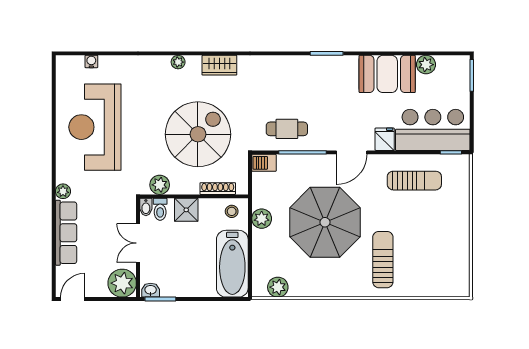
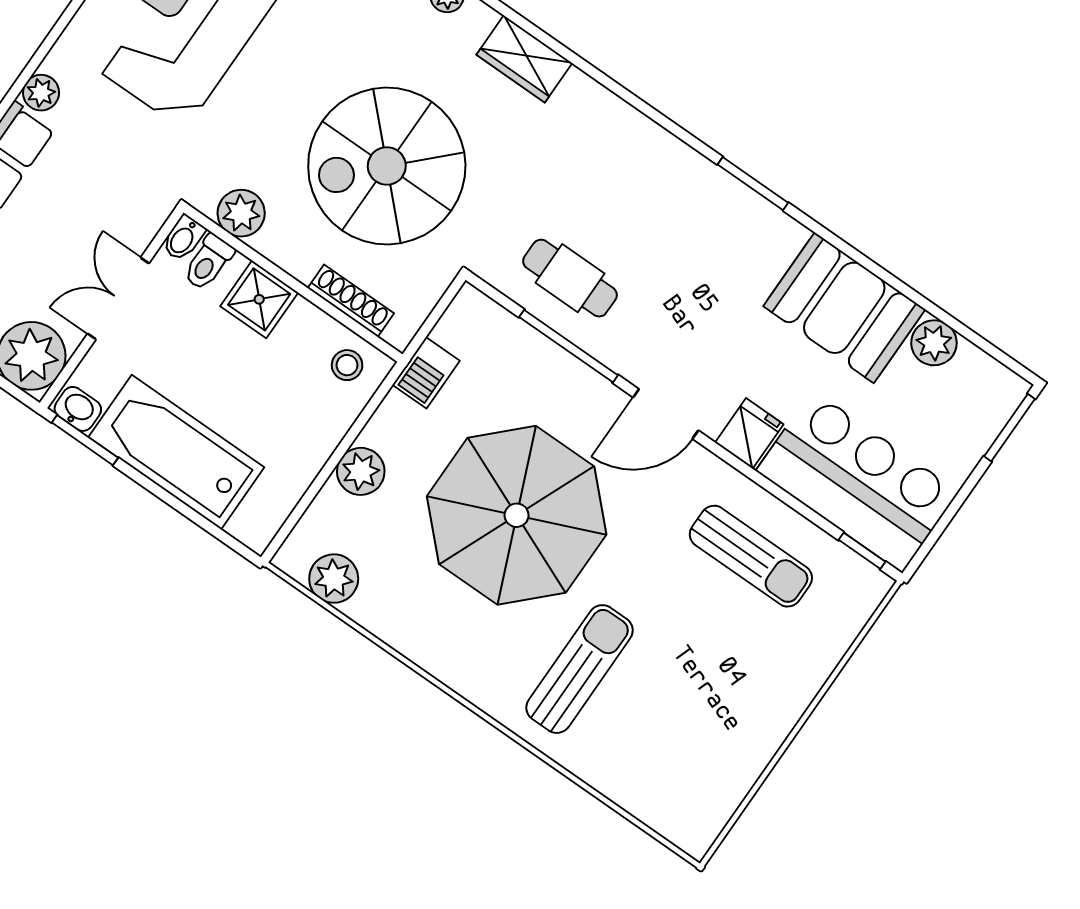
spiral stairs: (198, 134) -> (387, 166), turned 180
barbecue: (264, 163) -> (426, 373), moved, turned -90
plant: (262, 219) -> (361, 471), moved
bathtub: (232, 264) -> (176, 452), moved, turned 90

